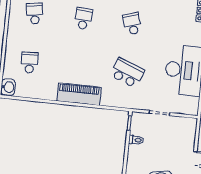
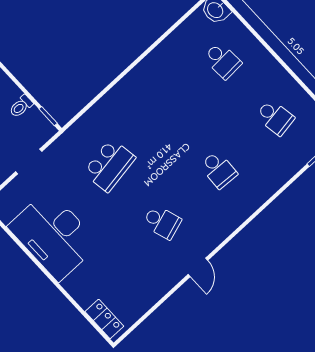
school desk: (127, 73) -> (109, 165), turned -30
piano: (79, 94) -> (134, 86), removed

